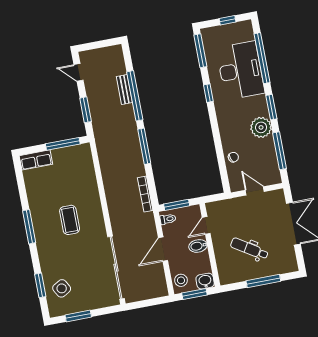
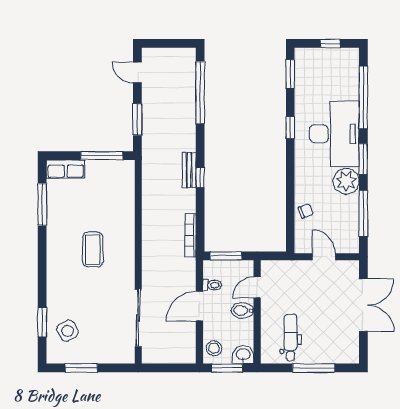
window: (200, 51) -> (290, 74), width x0.69
desk: (240, 70) -> (334, 134), moved
bench: (124, 89) -> (189, 170), moved
window: (135, 96) -> (200, 93), moved
window: (144, 146) -> (200, 177), width x0.46
toilet: (168, 219) -> (212, 285), moved
window: (29, 227) -> (42, 204), moved
dental chair: (249, 249) -> (291, 337), moved, turned 58
sliding door: (116, 268) -> (138, 318), width x0.73

